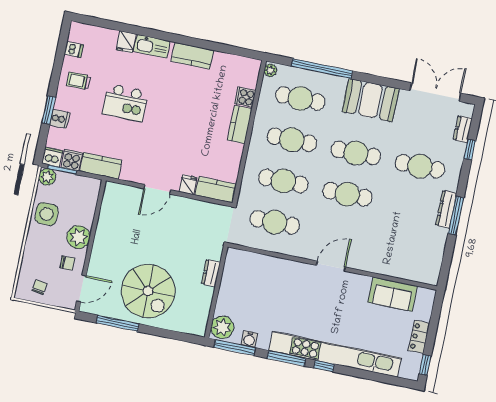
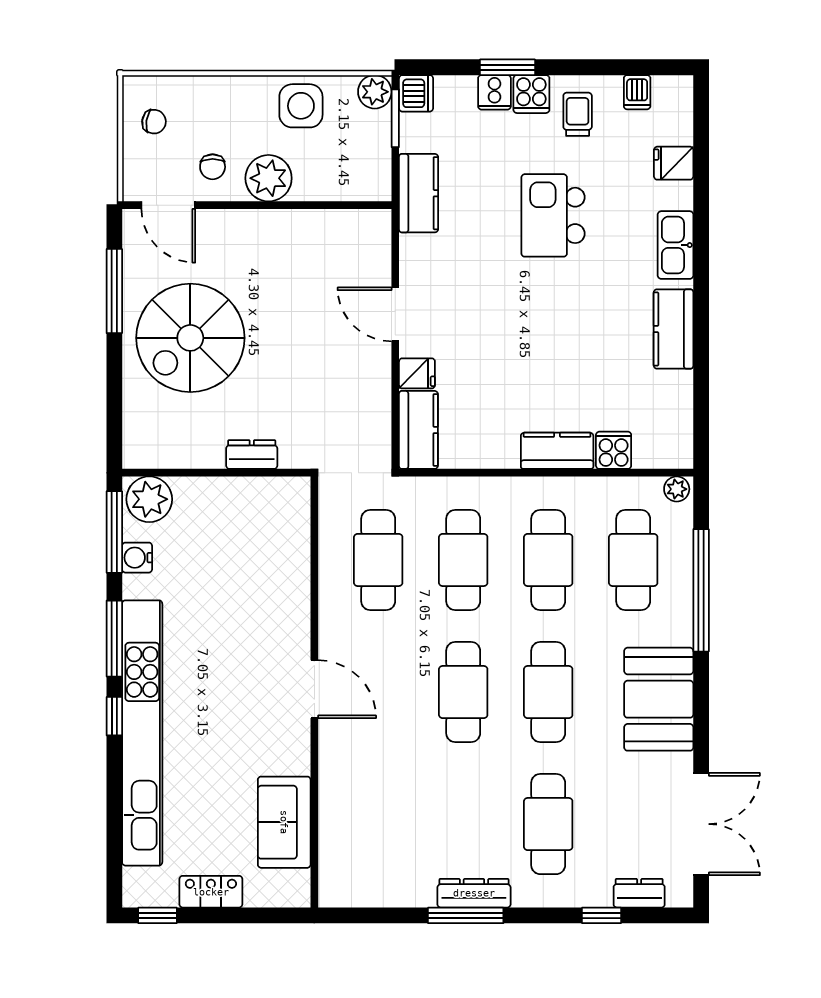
fridge: (126, 42) -> (674, 163), moved
cooker: (72, 160) -> (531, 94), moved, turned 90

